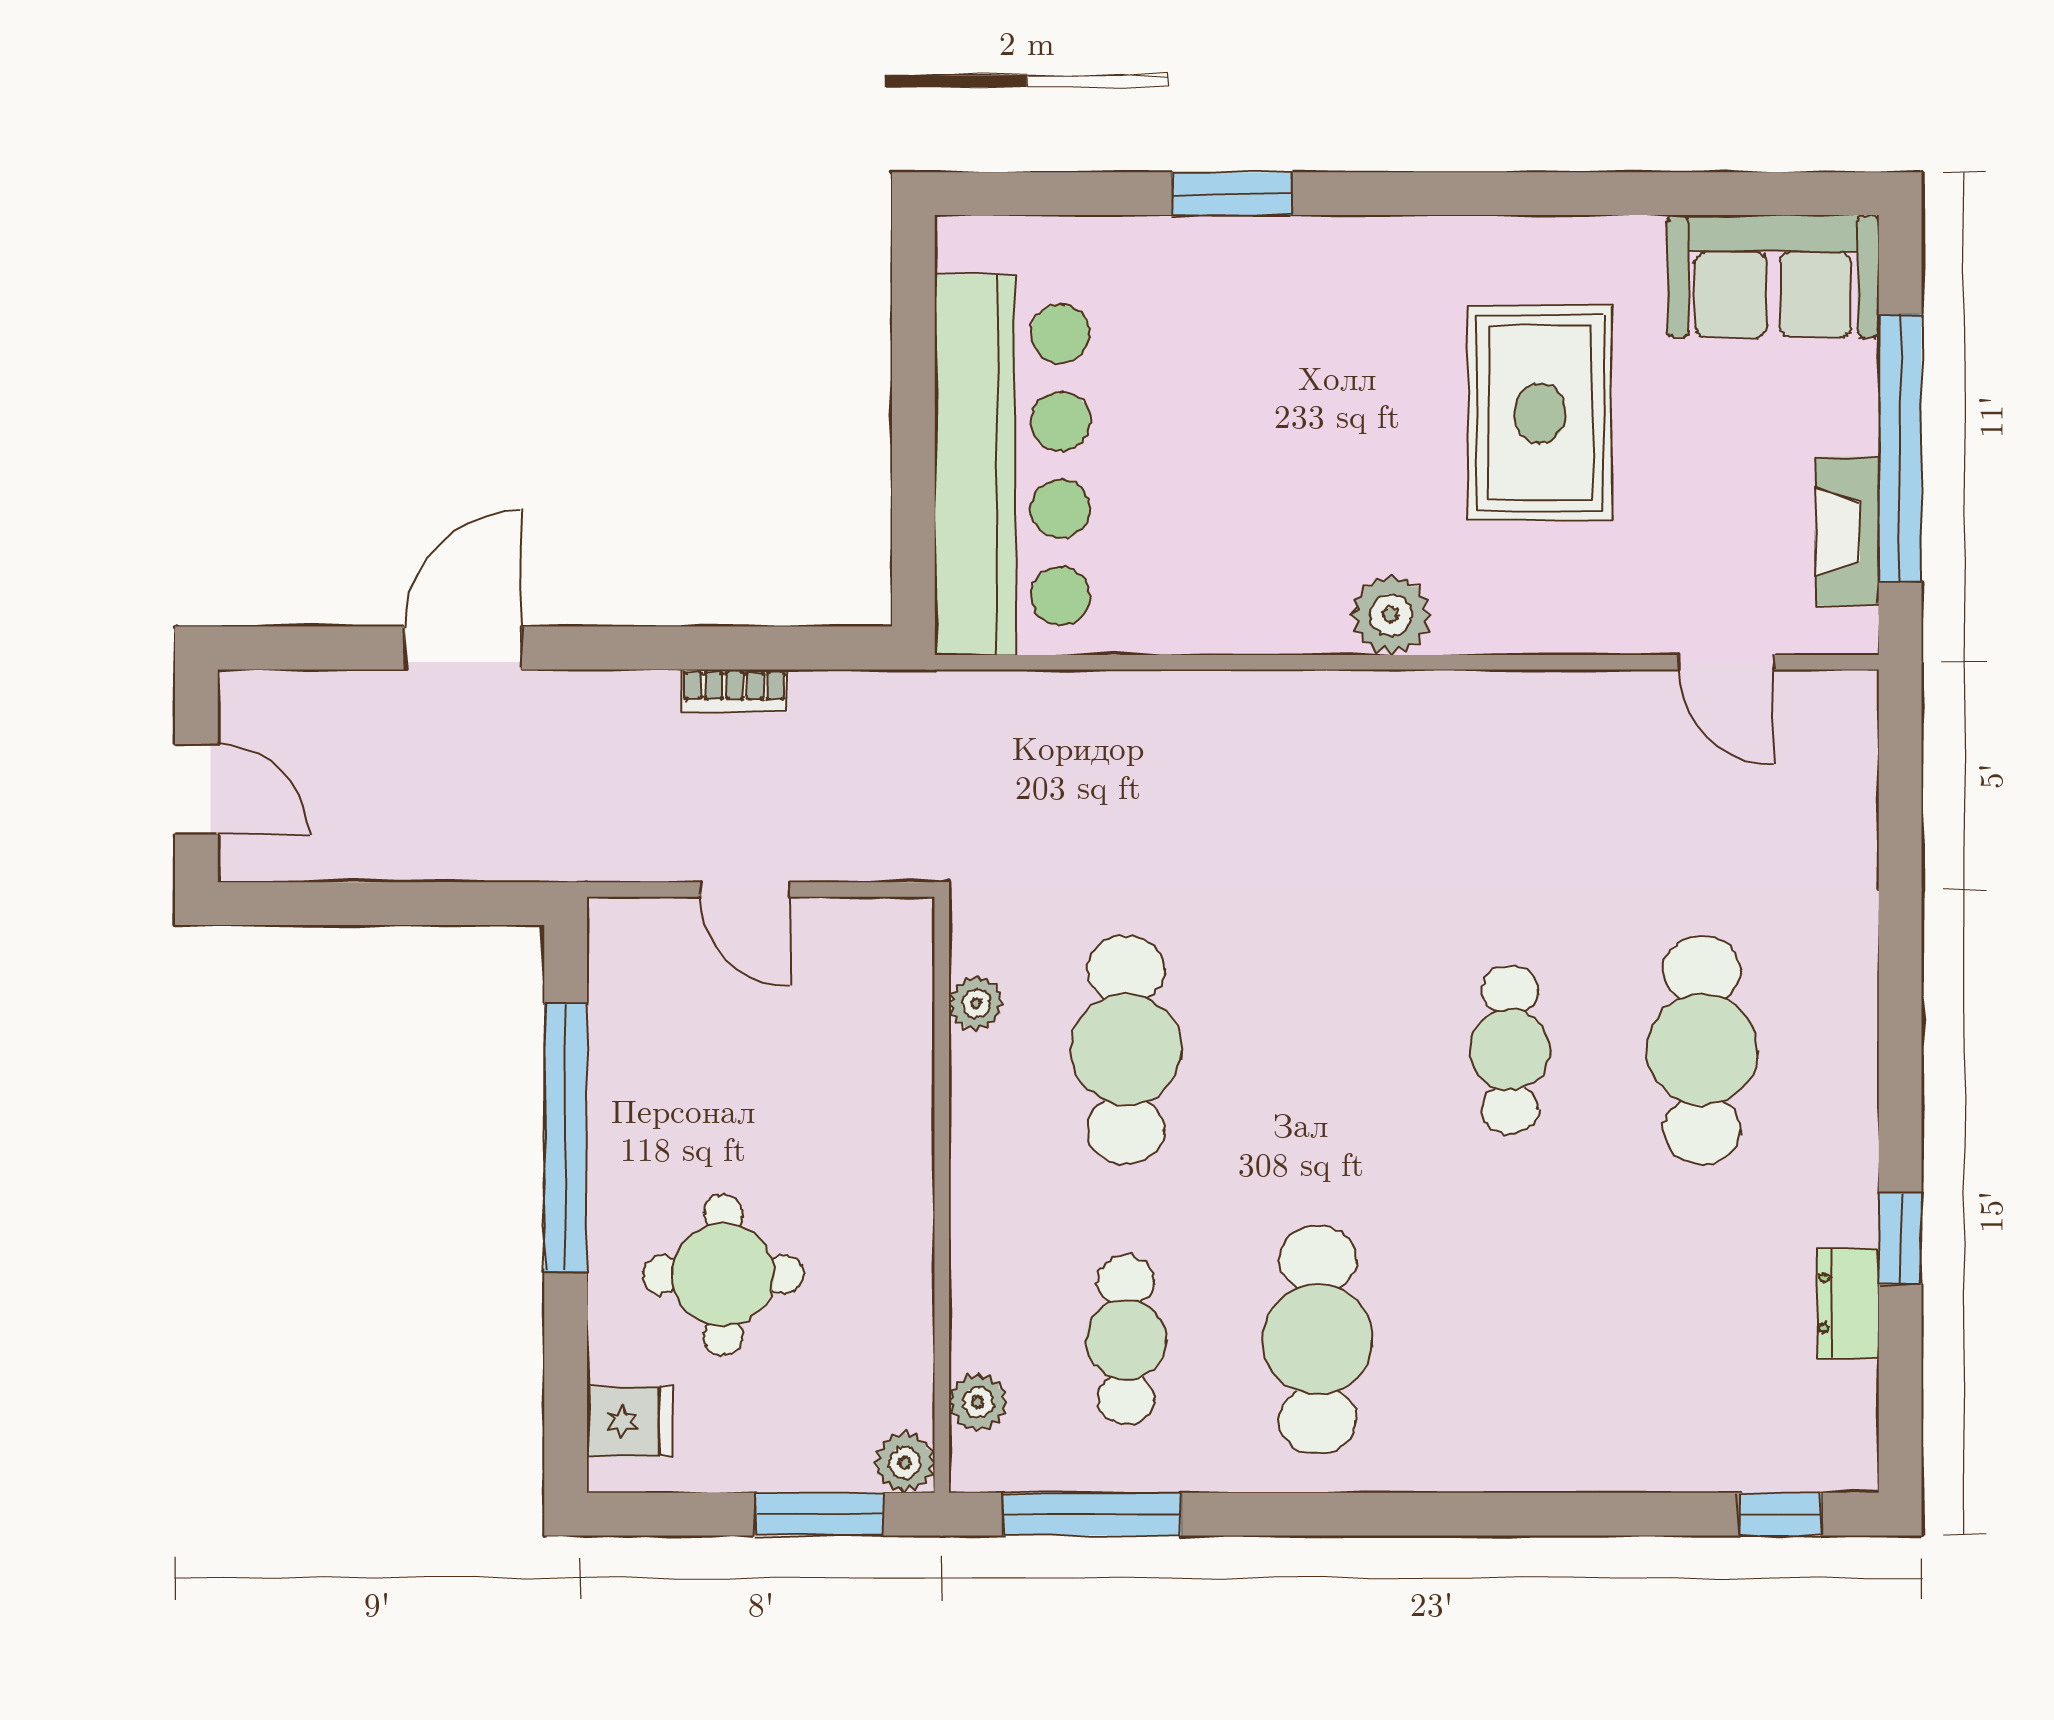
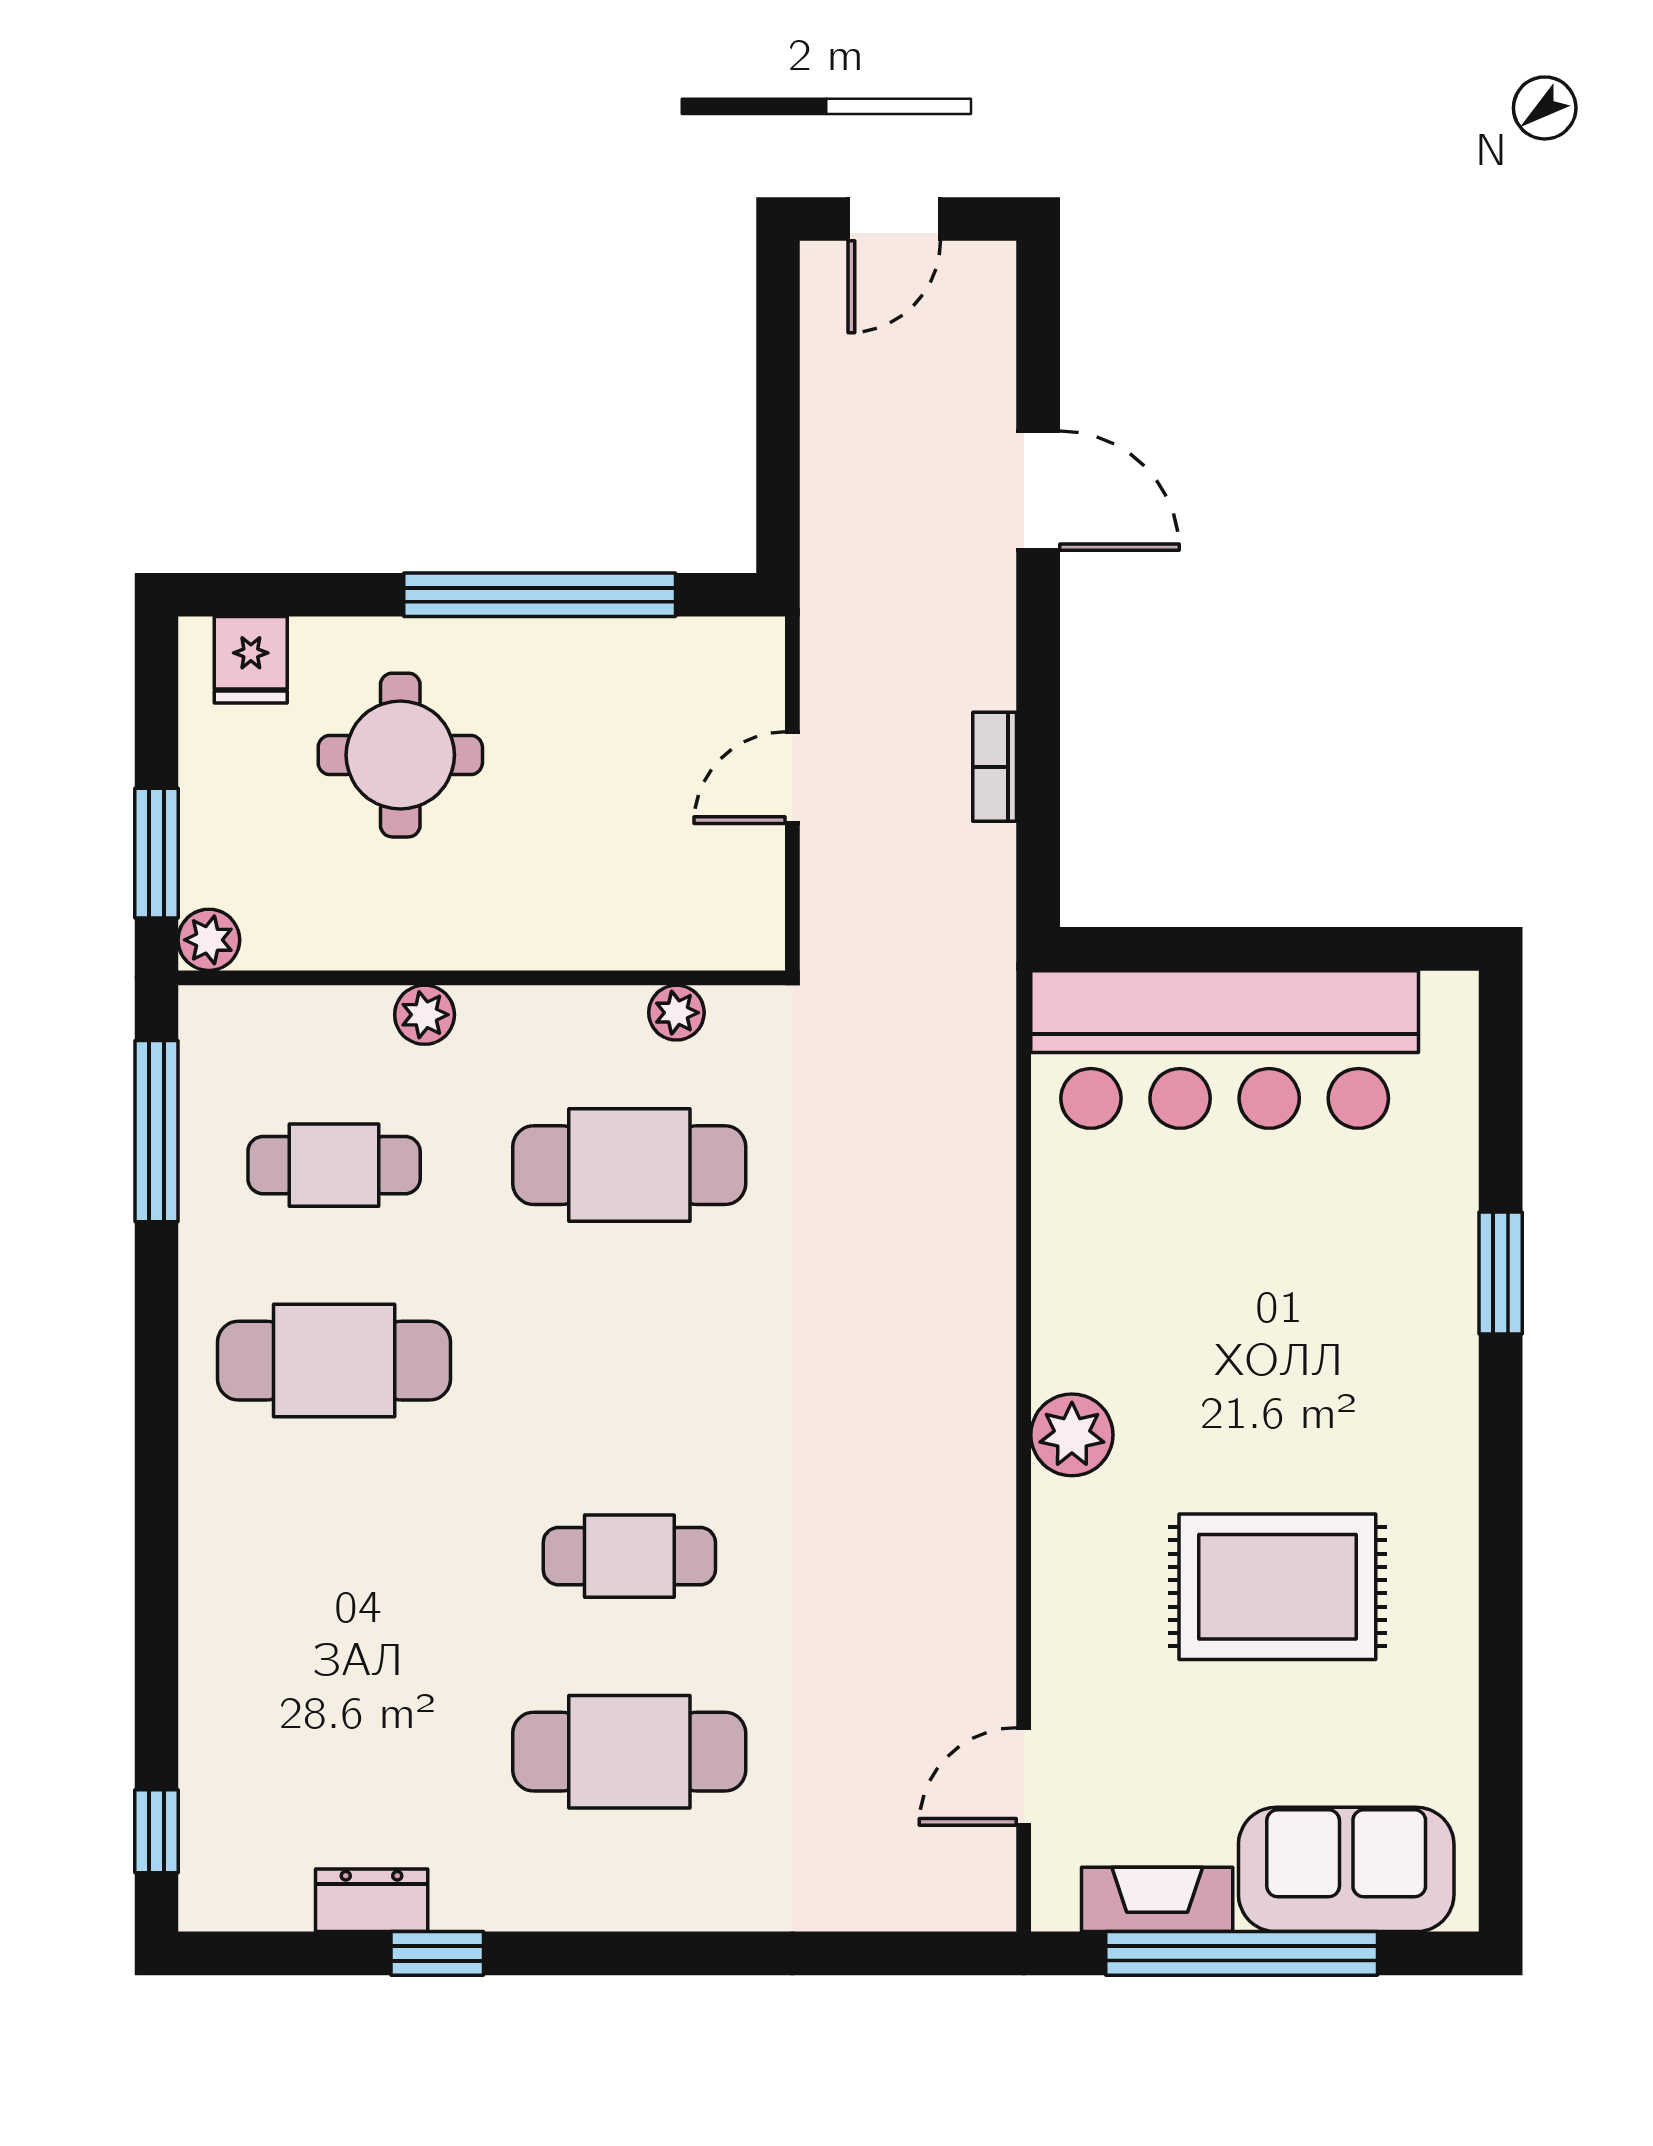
sofa: (1773, 276) -> (1346, 1869), moved, turned 90
plant: (978, 1402) -> (425, 1015), moved

